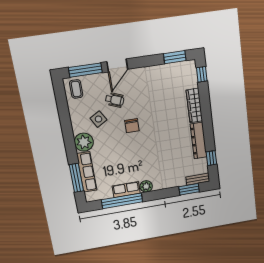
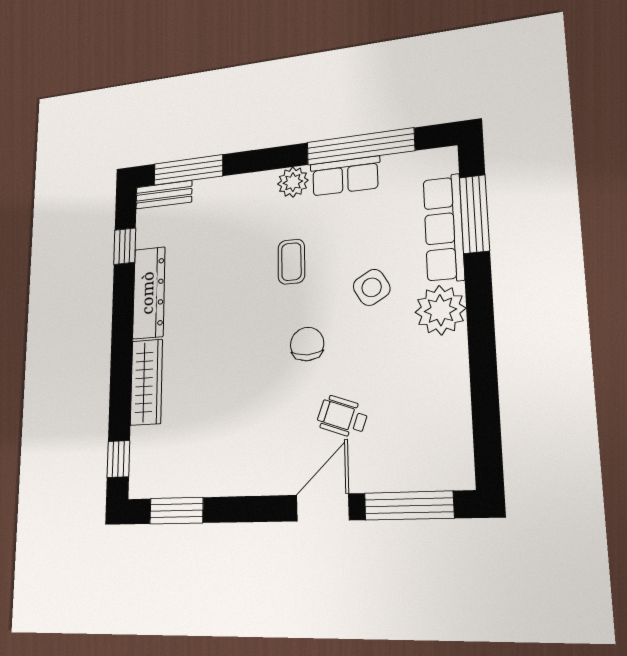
coffee table: (76, 89) -> (291, 262), moved
side table: (98, 119) -> (372, 287), moved
window: (189, 189) -> (188, 170), width x1.44

